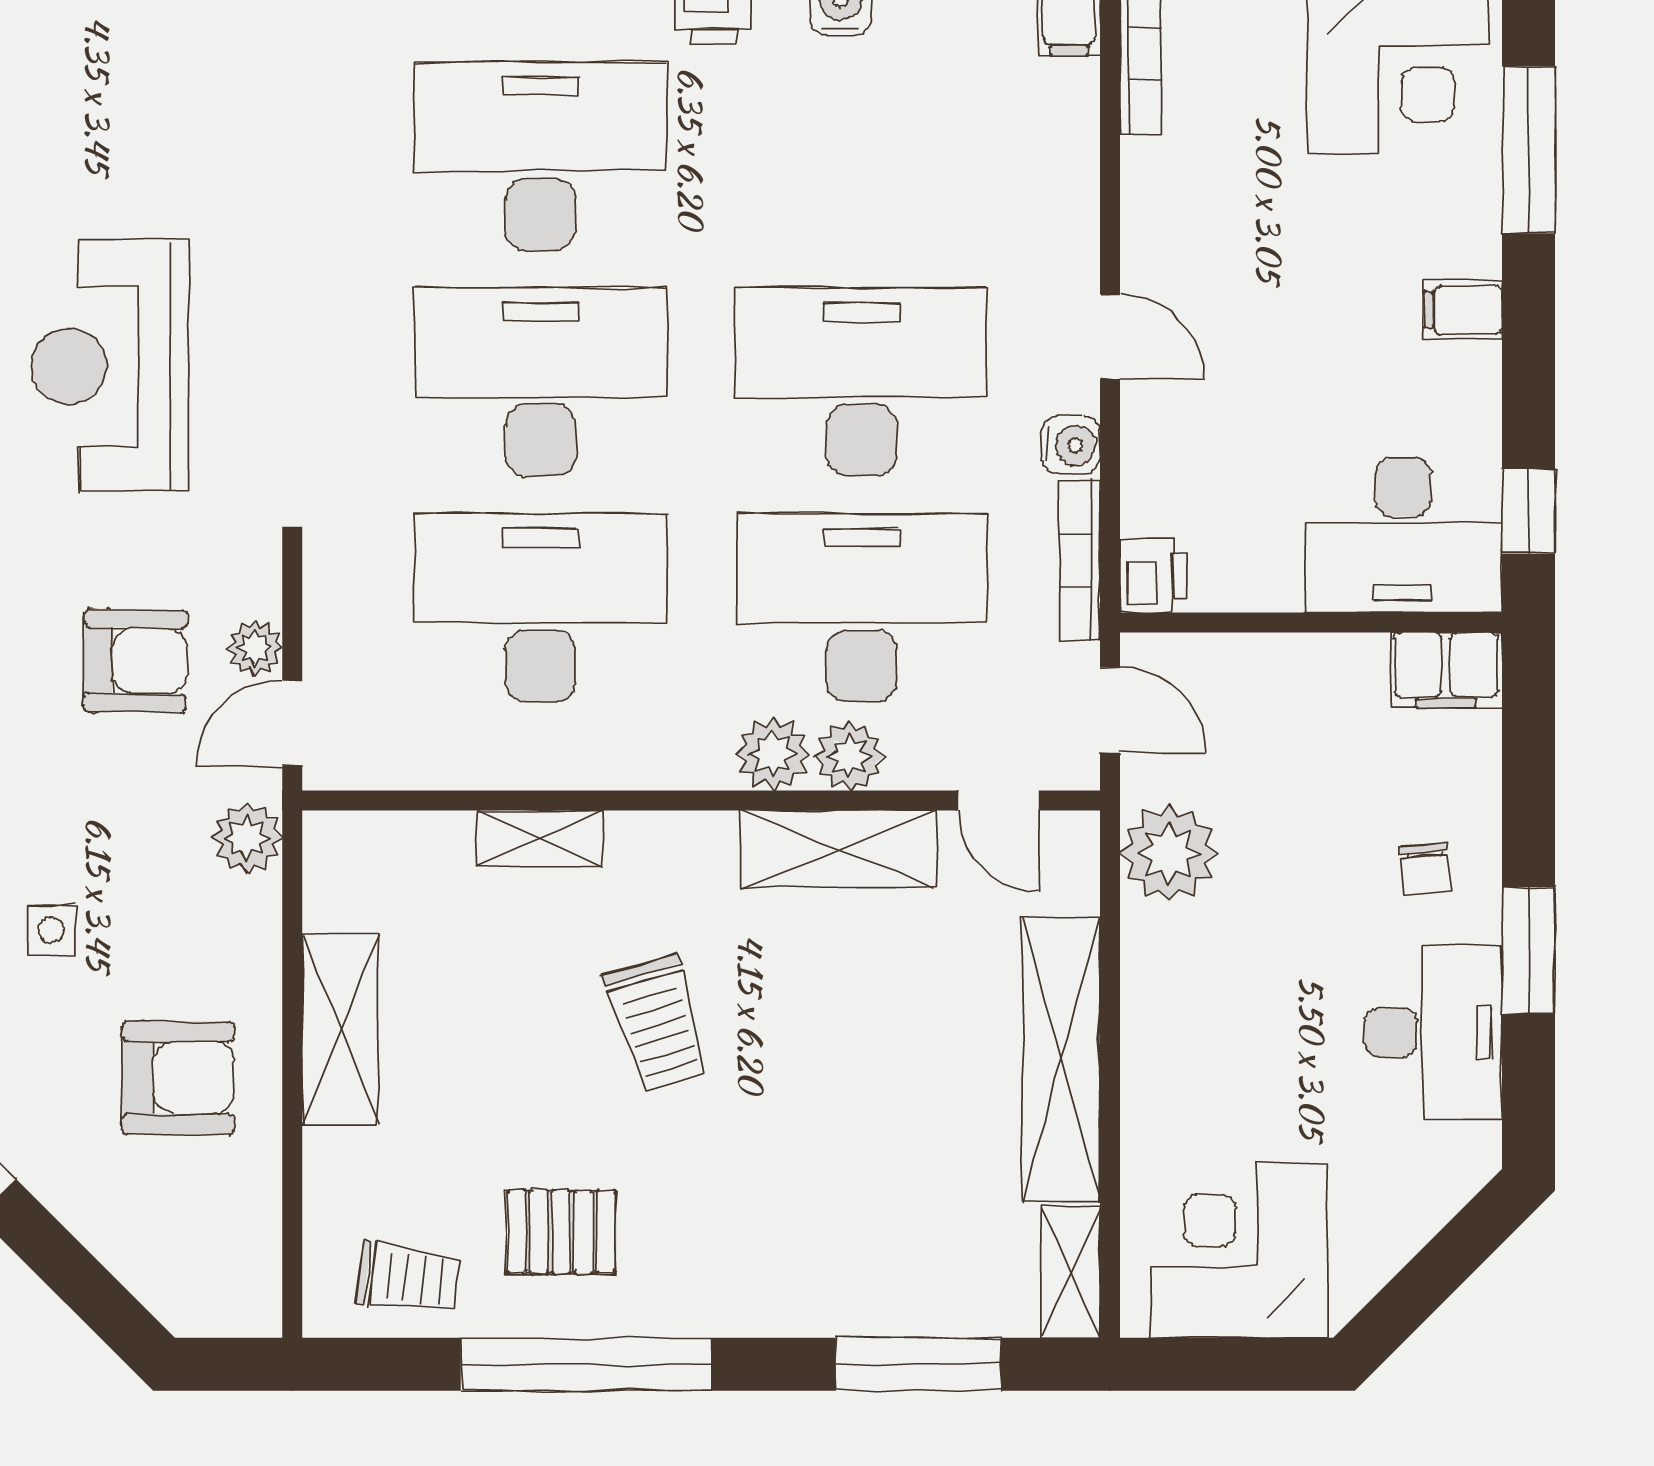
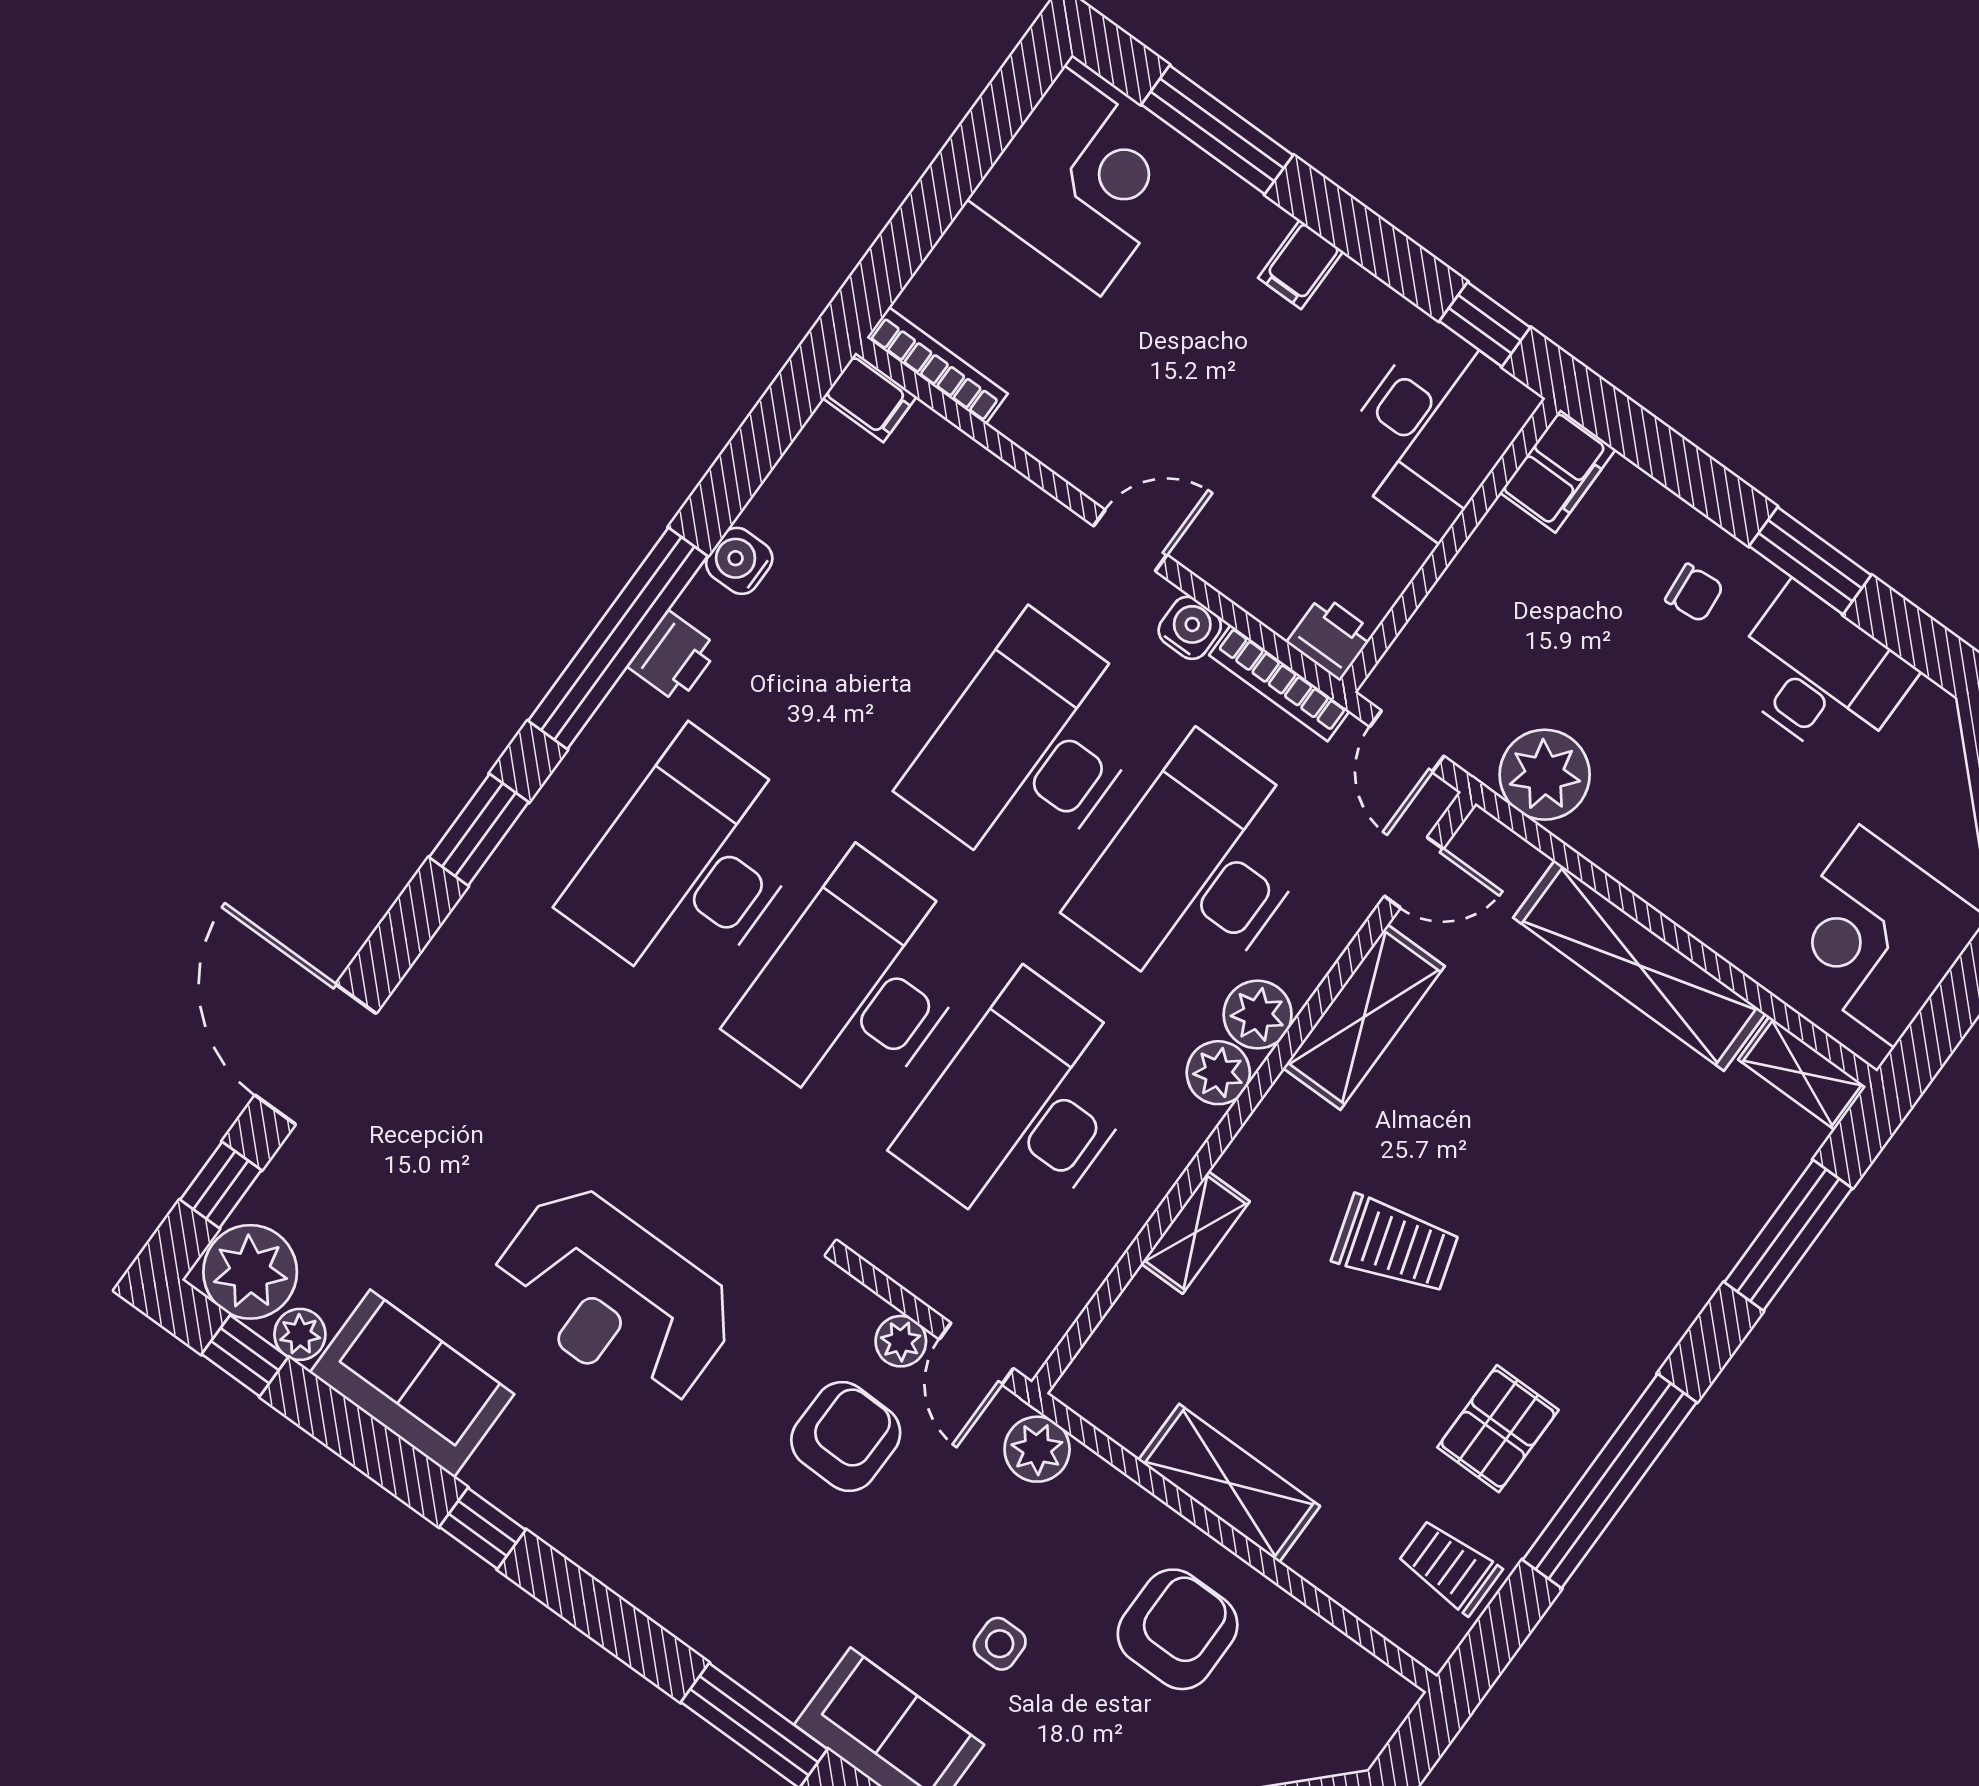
door: (1110, 710) -> (1407, 741), swing flipped
plant: (849, 756) -> (1218, 1073), moved
trolley: (408, 1278) -> (1450, 1567), turned -97

